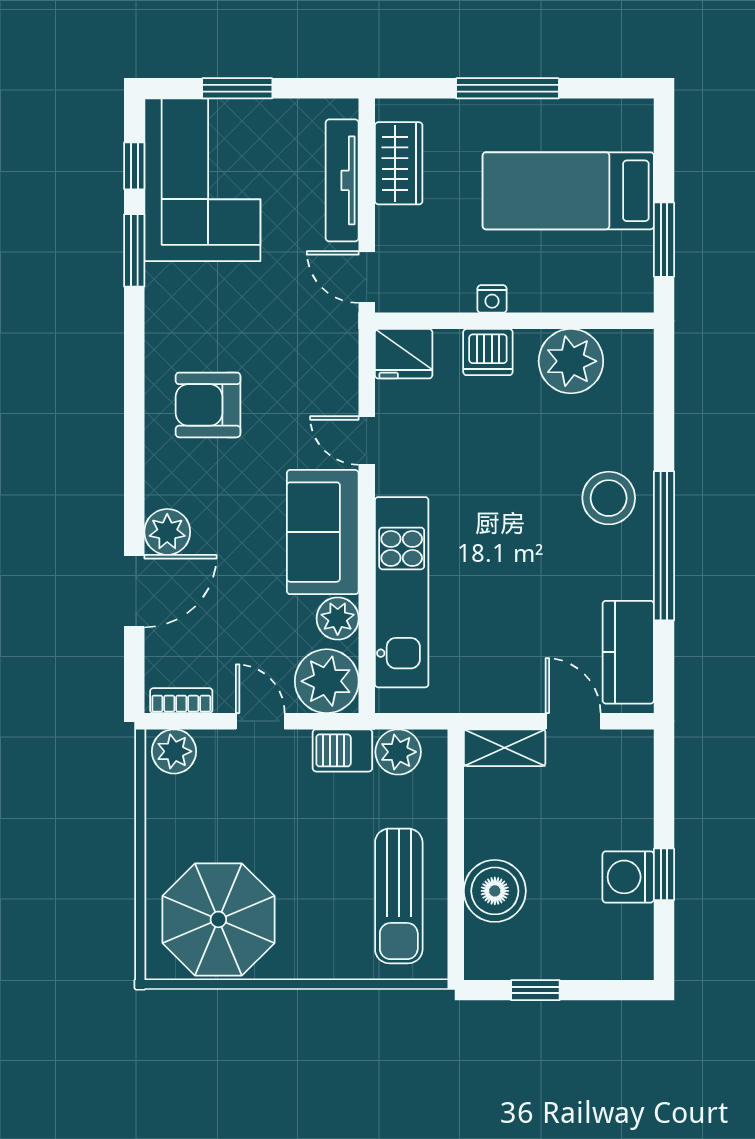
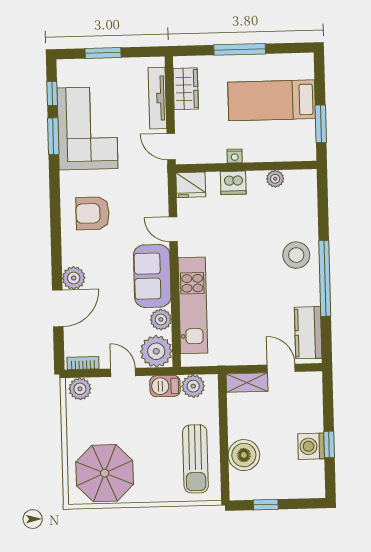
corner sofa: (202, 180) -> (88, 128), moved
plant: (571, 361) -> (275, 179), width x0.53, depth x0.53

